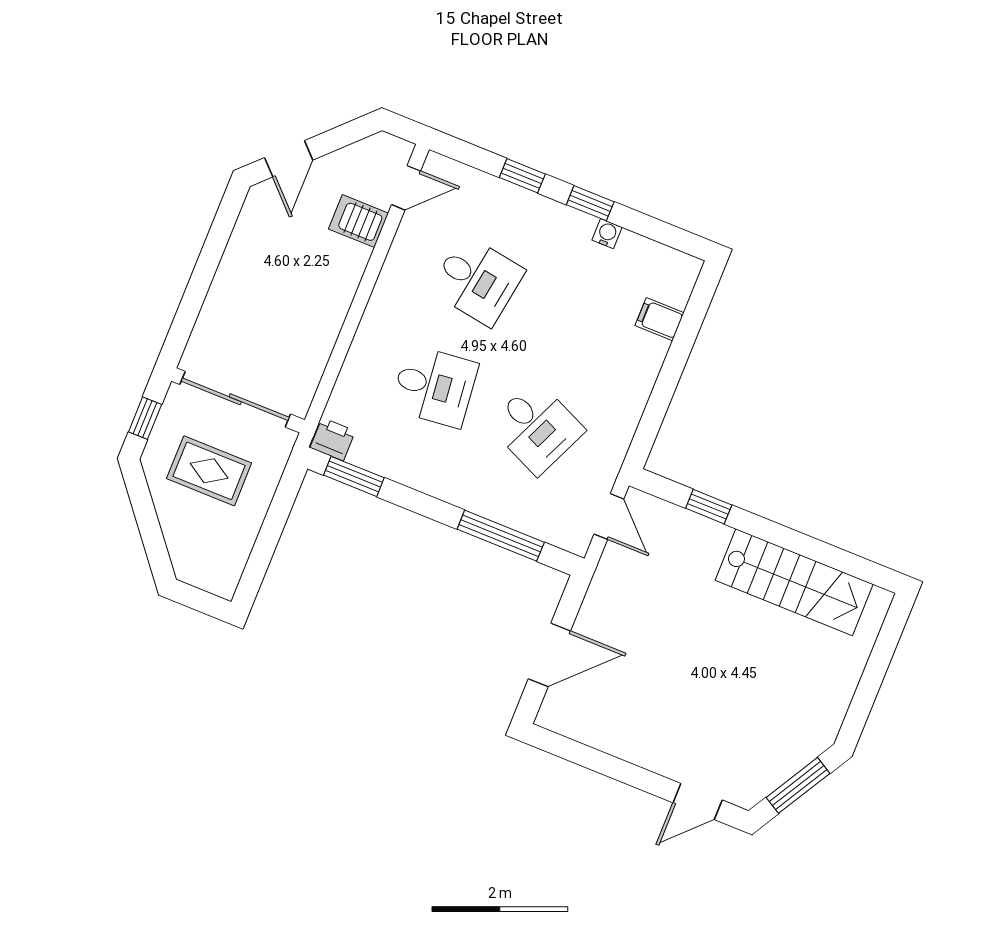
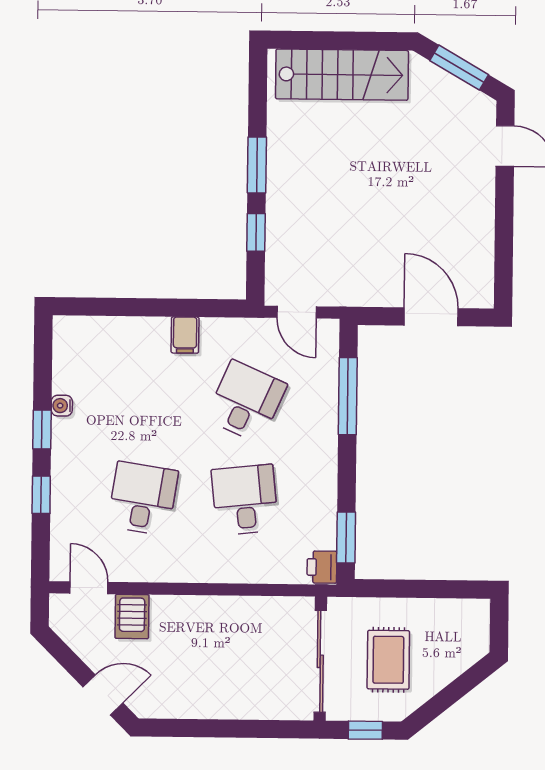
filing cabinet: (660, 319) -> (185, 335), moved
door: (609, 517) -> (297, 312), swing flipped
window: (779, 535) -> (257, 165), added
stairs: (794, 582) -> (342, 75), moved, turned 90

